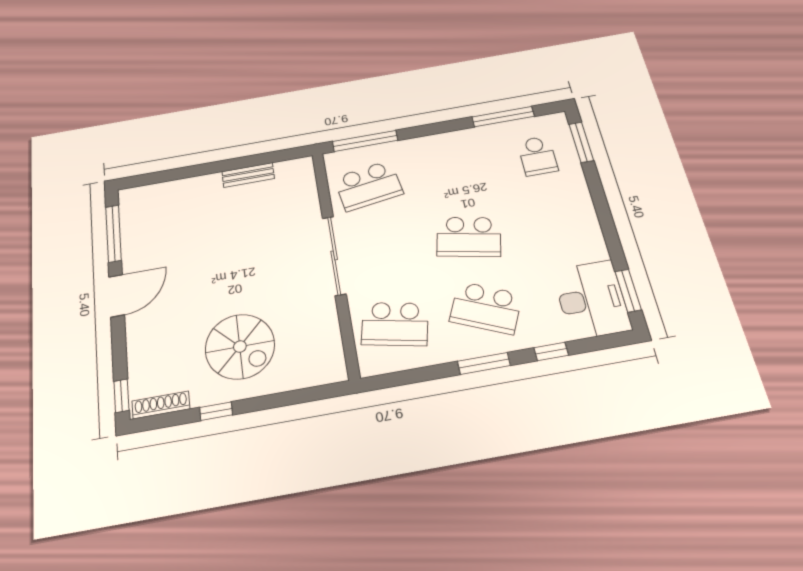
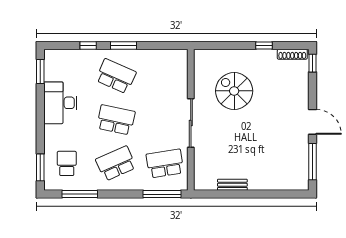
door: (117, 296) -> (313, 122), swing flipped
desk: (592, 300) -> (60, 103), moved
school desk: (395, 324) -> (116, 163), moved, turned -36
spiral stairs: (240, 347) -> (234, 91), moved

